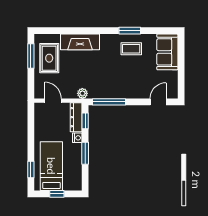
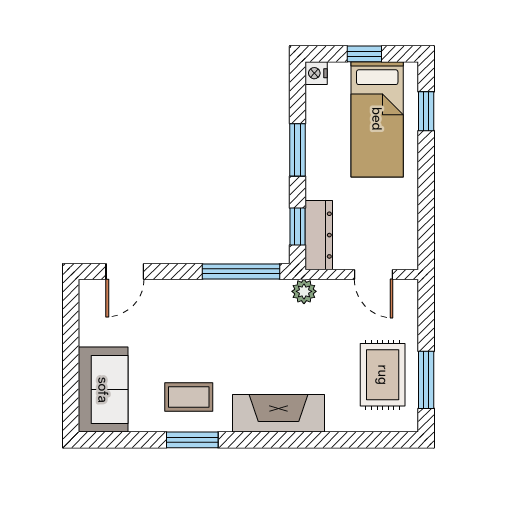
fireplace: (80, 42) -> (279, 413), moved
nightstand: (77, 138) -> (316, 73), moved

